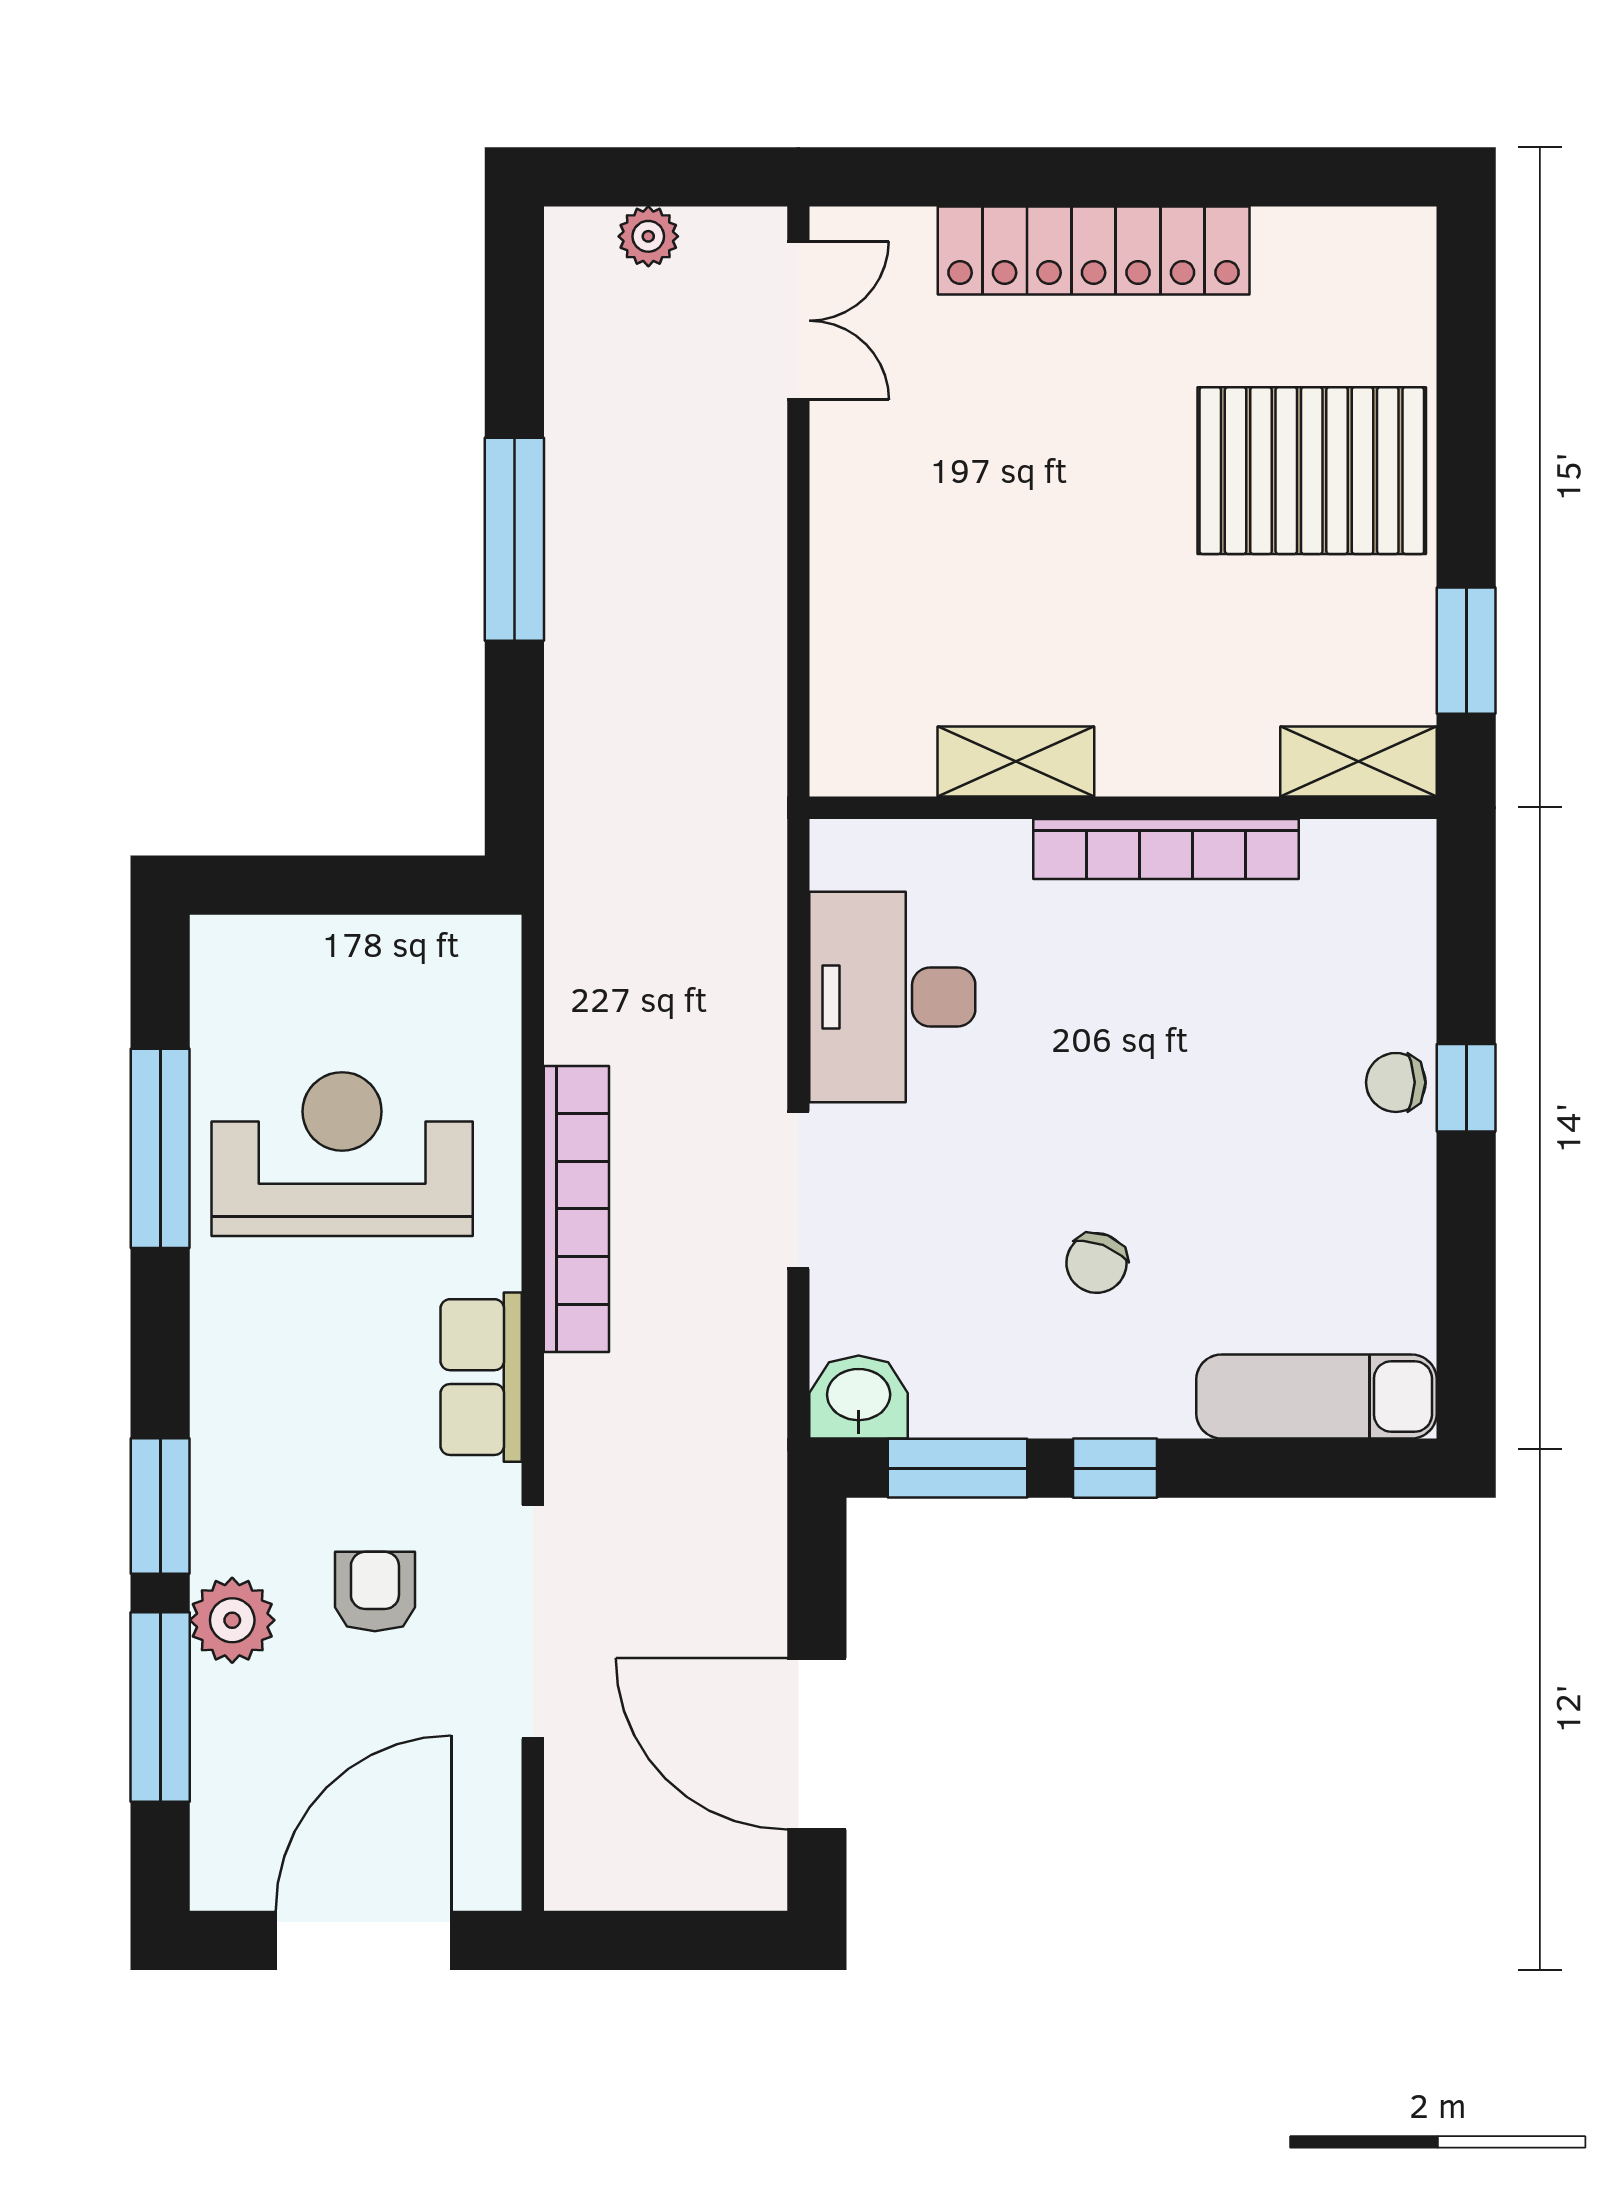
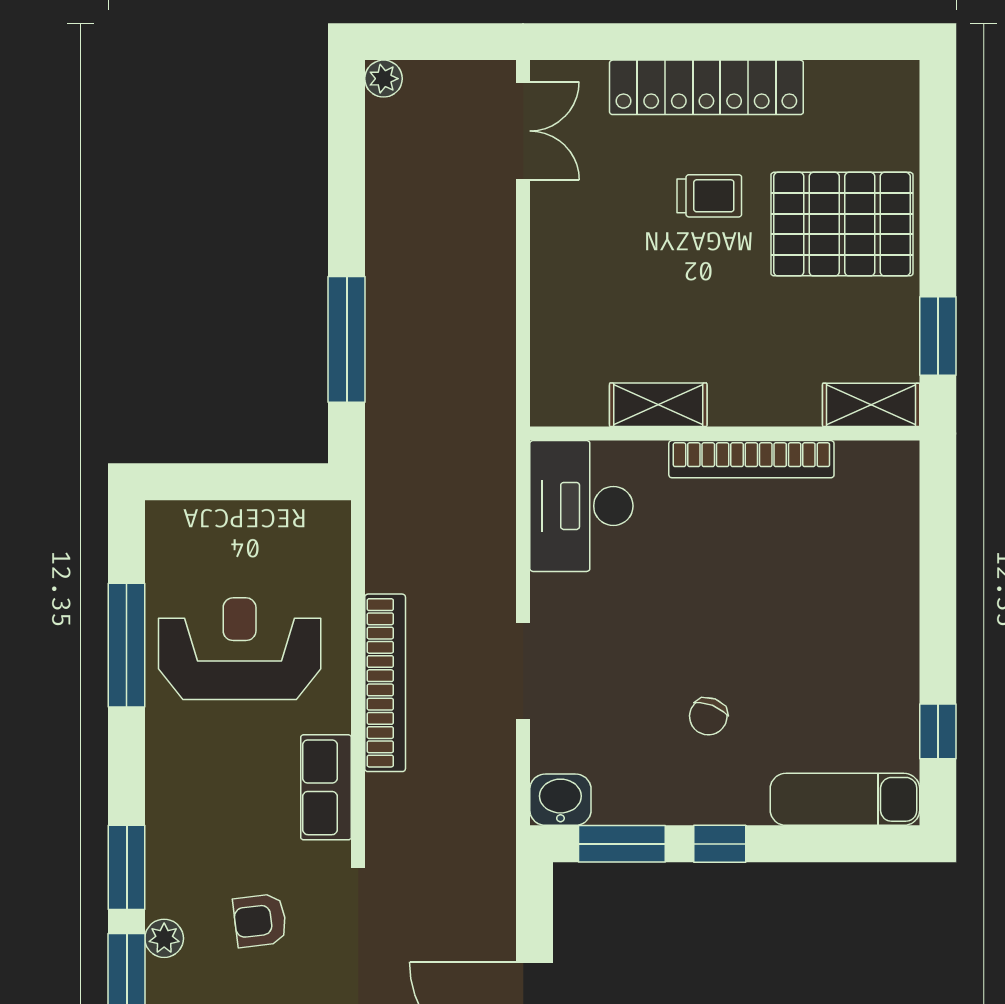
plant: (648, 236) -> (384, 79), moved
trolley: (1098, 425) -> (709, 196), added
window: (514, 539) -> (347, 339), moved
desk: (892, 997) -> (581, 506), moved
chair: (1396, 1082) -> (894, 604), removed
window: (1466, 1088) -> (938, 731), moved
armchair: (375, 1592) -> (260, 920), turned -97
plant: (232, 1620) -> (164, 938), width x0.73, depth x0.73

